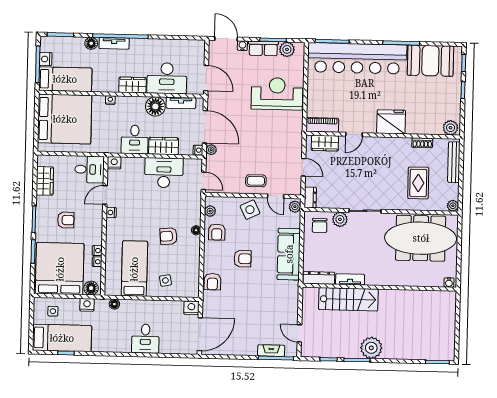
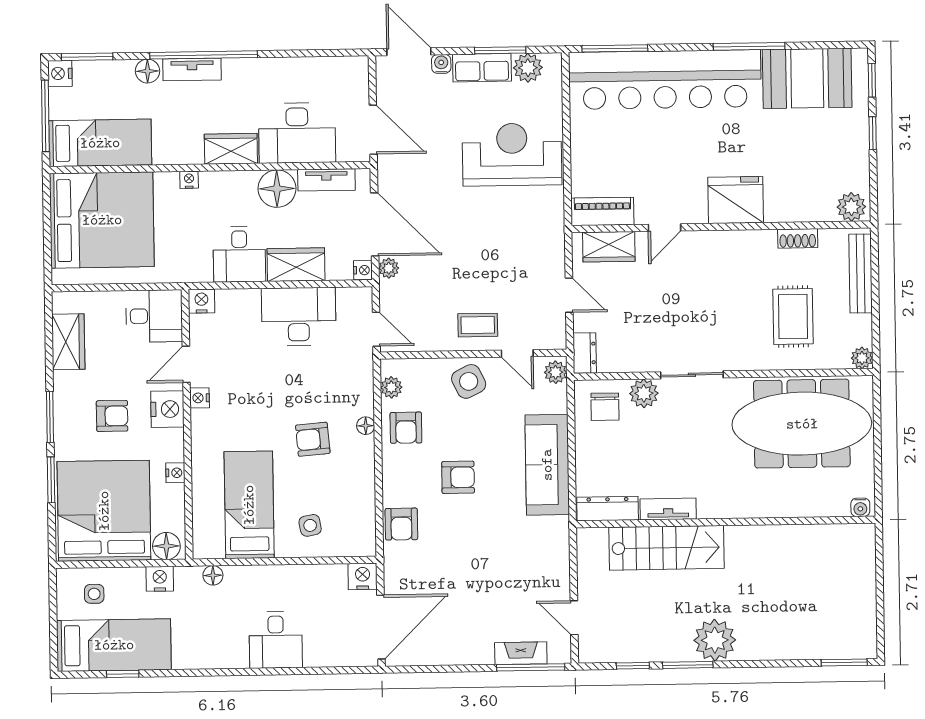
nightstand: (46, 59) -> (60, 73), moved
nightstand: (97, 262) -> (167, 409), moved, width x1.89, depth x1.79

